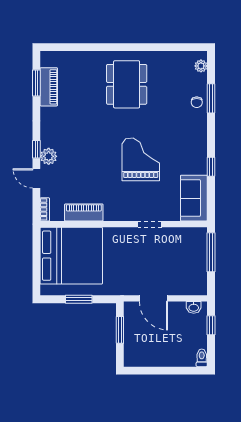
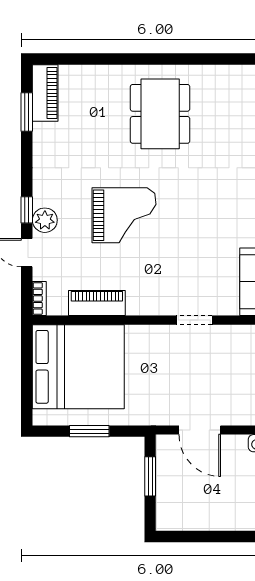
piano: (49, 87) -> (45, 93), moved
grand piano: (141, 159) -> (124, 215), moved, turned 90

